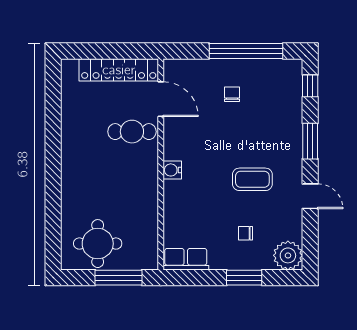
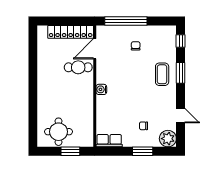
window: (246, 51) -> (126, 21), moved
door: (161, 99) -> (95, 49), swing flipped
coffee table: (252, 179) -> (162, 74), moved, turned 90
door: (310, 196) -> (181, 116), moved
window: (118, 278) -> (70, 151), width x0.69

